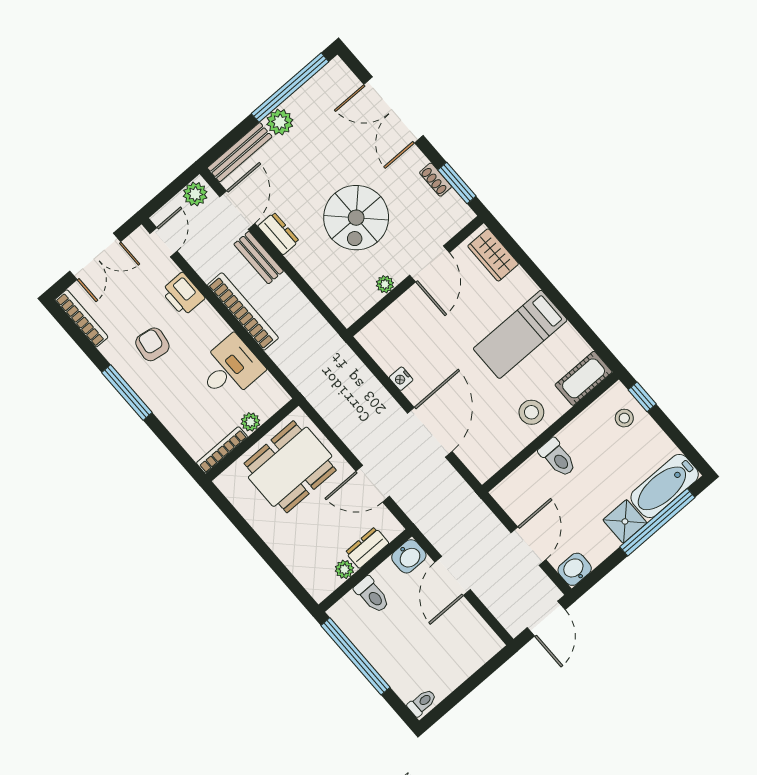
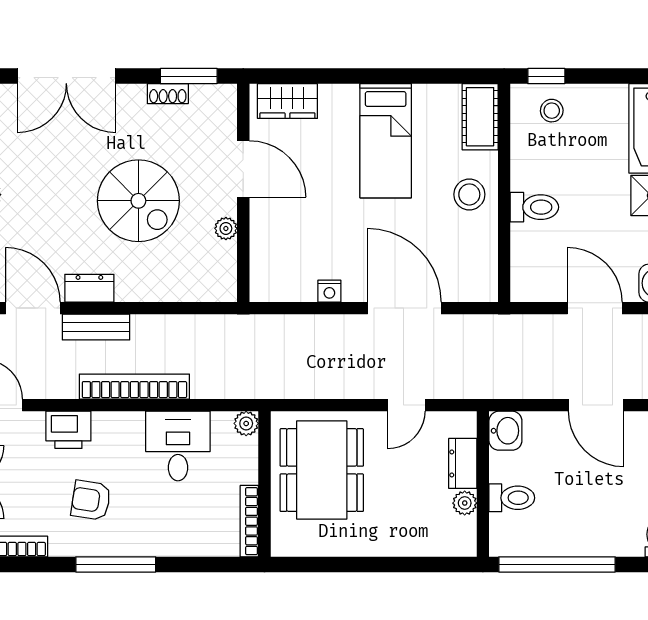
plant: (250, 422) -> (246, 423), moved
door: (373, 484) -> (406, 405), width x0.73
door: (453, 576) -> (596, 405), moved

